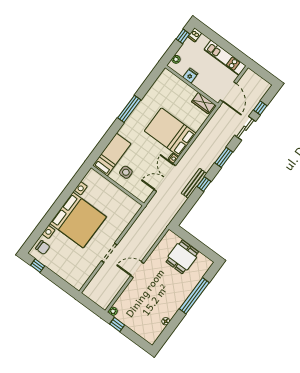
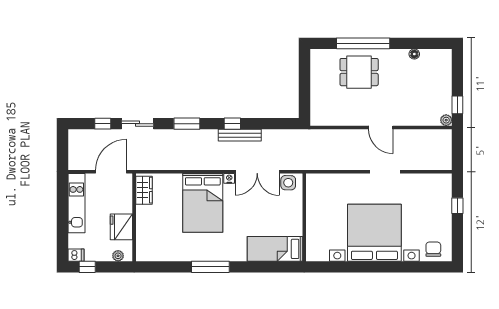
fridge: (190, 76) -> (121, 227), width x1.88, depth x1.34
side table: (126, 172) -> (288, 183), moved
dining table: (182, 257) -> (359, 72), moved
window: (38, 266) -> (457, 206), moved

